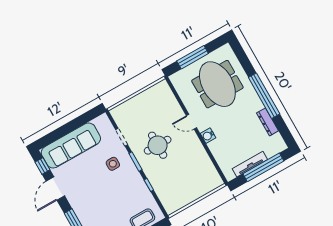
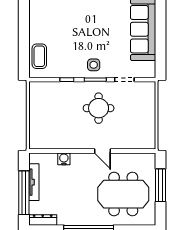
door: (191, 122) -> (102, 151), swing flipped
dresser: (268, 122) -> (43, 220), moved
water cooler: (208, 136) -> (64, 159), moved
side table: (113, 164) -> (94, 65), moved

